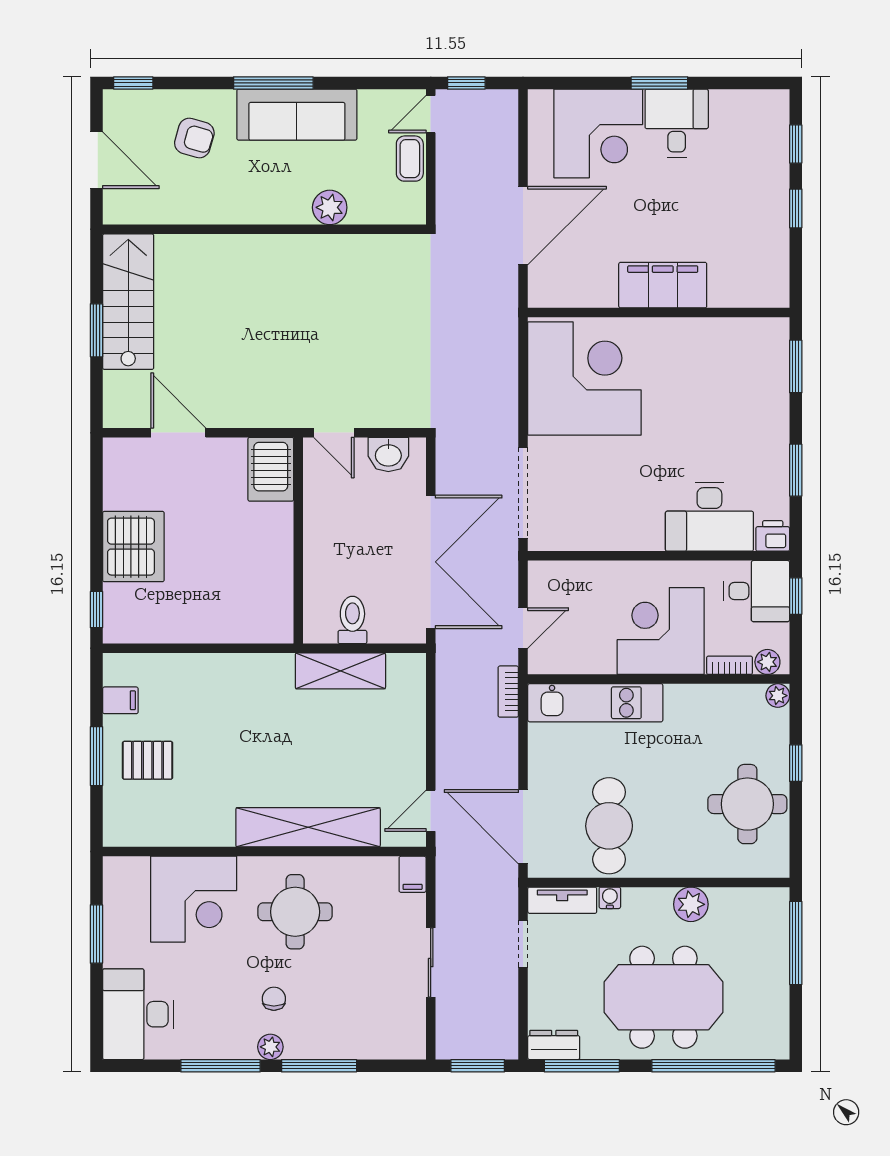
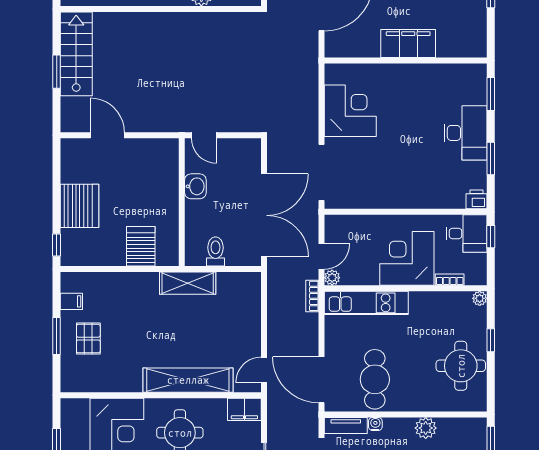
corner desk: (584, 379) -> (350, 111), width x0.74, depth x0.74
washbasin: (388, 454) -> (195, 186), moved, turned -90
server rack: (271, 469) -> (141, 246), moved, turned 180
desk: (709, 517) -> (466, 133), moved, turned -90
plant: (767, 662) -> (332, 278), moved
shelving: (340, 671) -> (188, 283), moved
pallet: (148, 760) -> (88, 339), turned 90
filing cabinet: (413, 874) -> (244, 409), width x2.00

